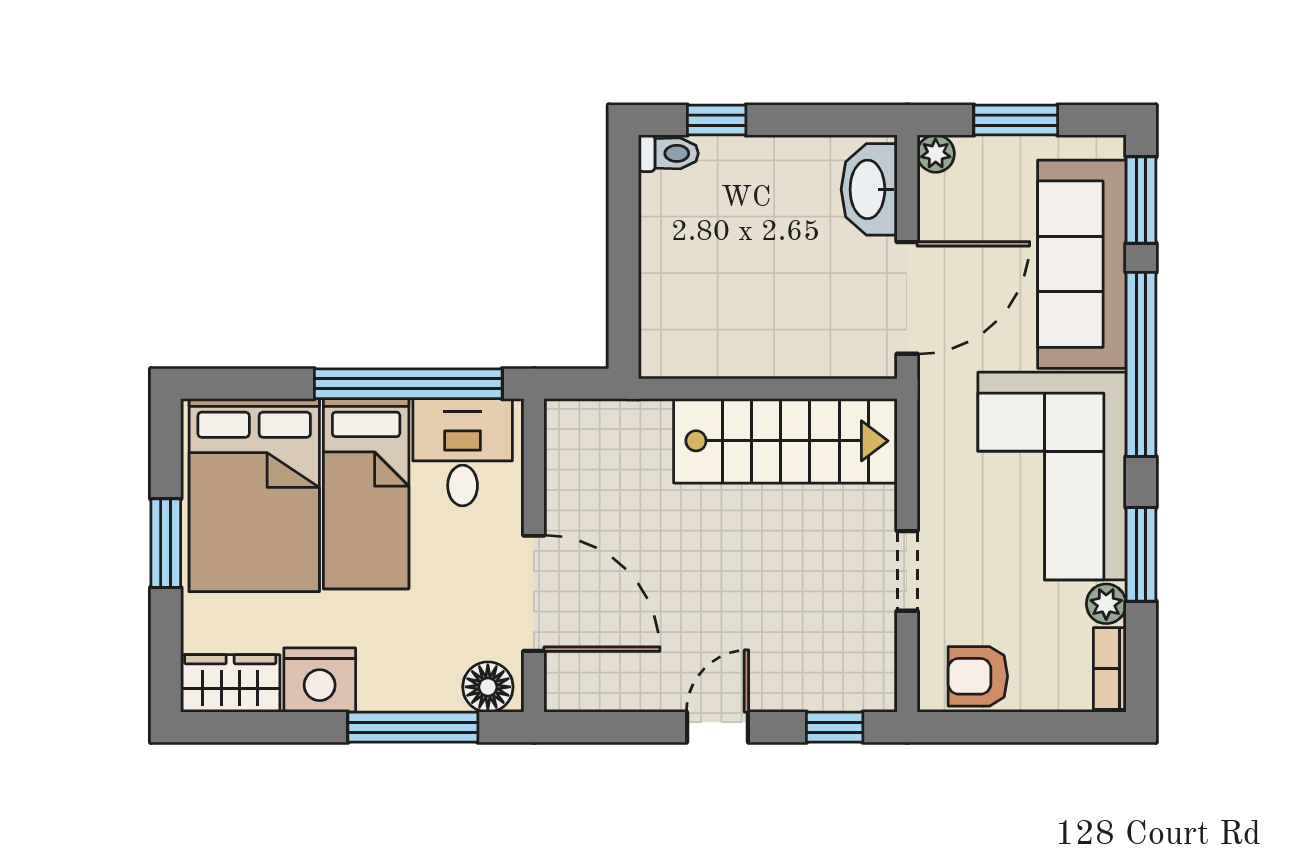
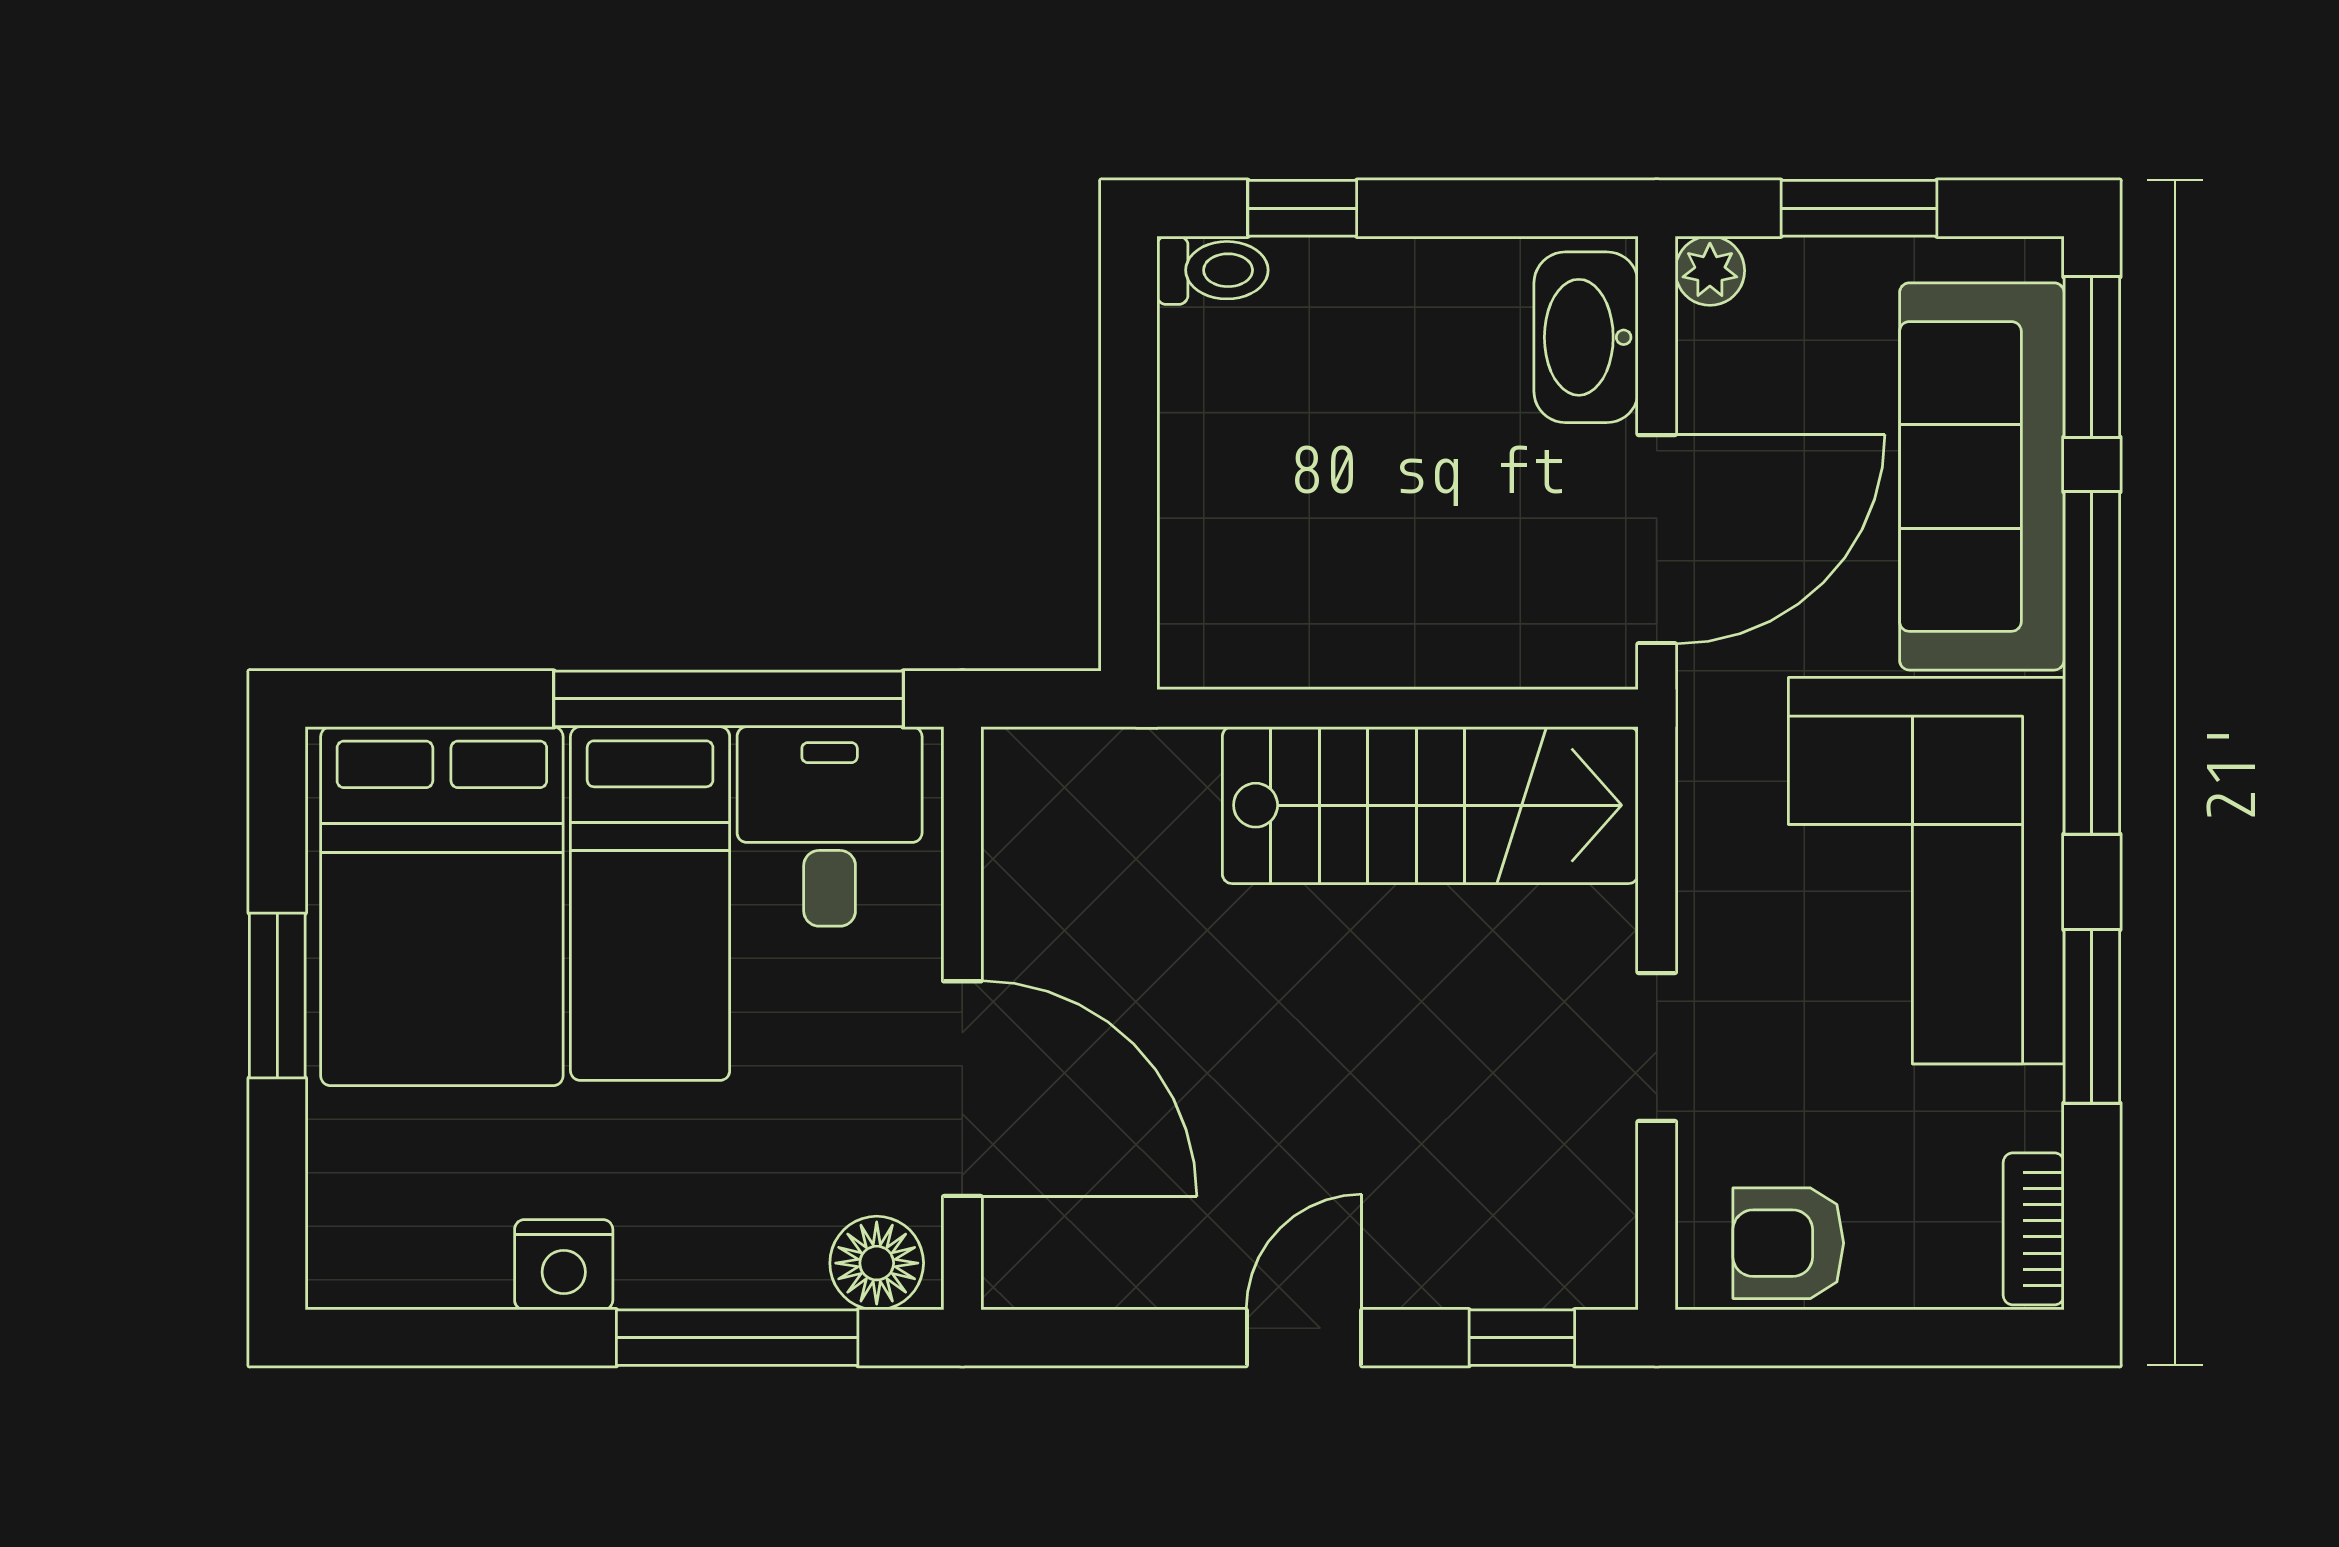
plant: (1106, 604) -> (2027, 1108), removed
nightstand: (320, 680) -> (564, 1265), width x0.74, depth x0.75
wardrobe: (230, 683) -> (397, 1256), removed

